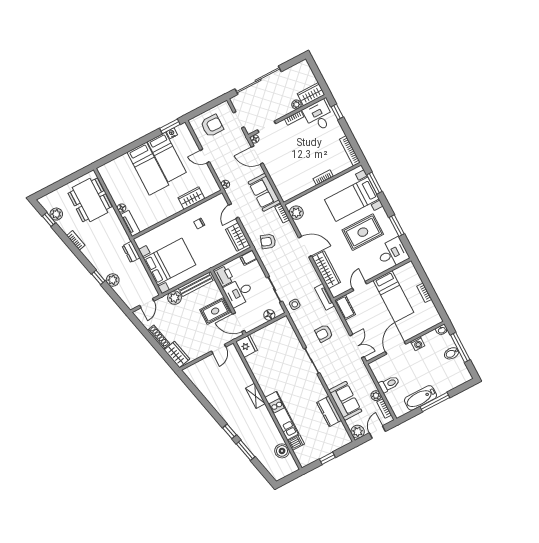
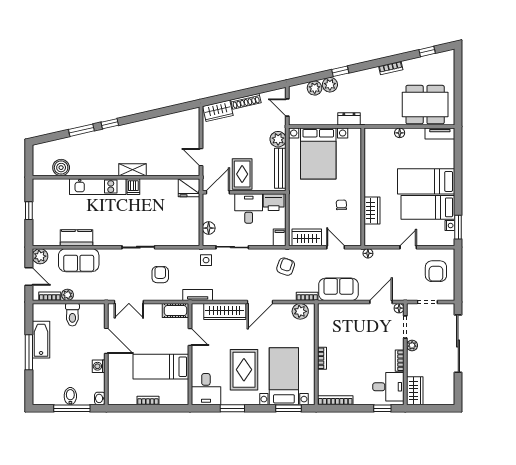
plant: (296, 105) -> (412, 345), moved
plant: (56, 214) -> (315, 88), moved
tv unit: (130, 223) -> (440, 134), moved
dishwasher: (296, 442) -> (133, 187), moved

